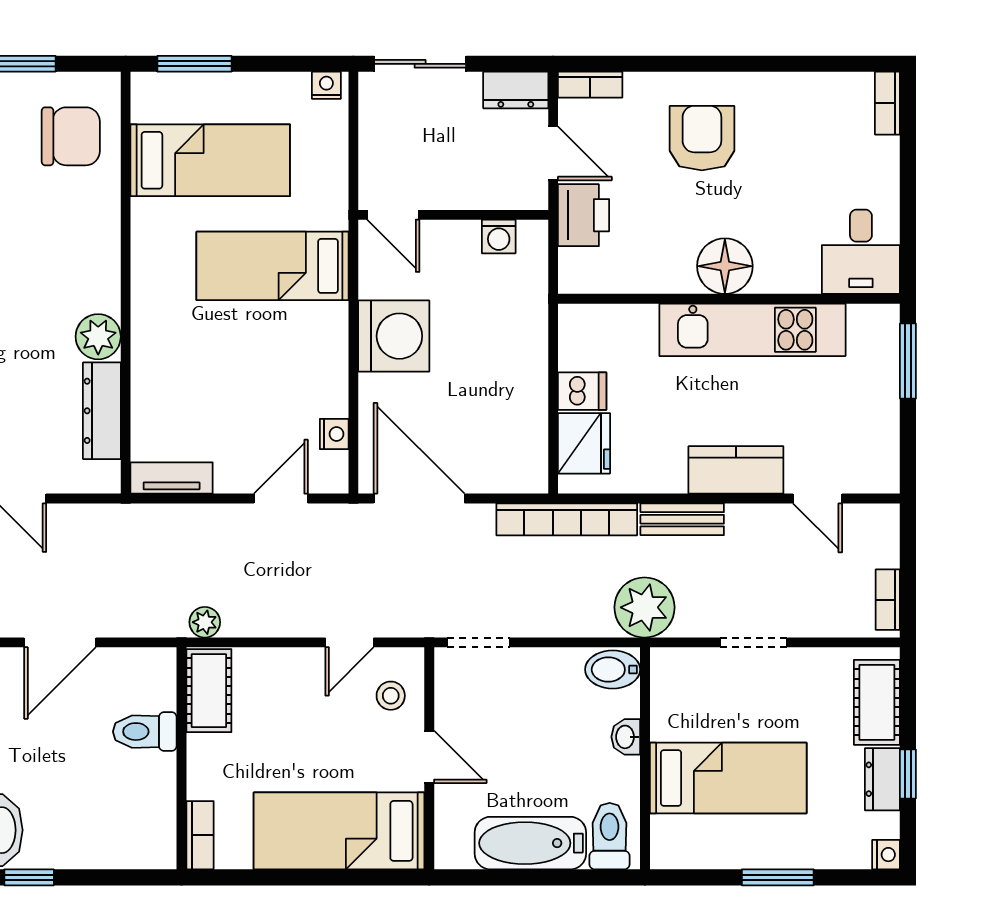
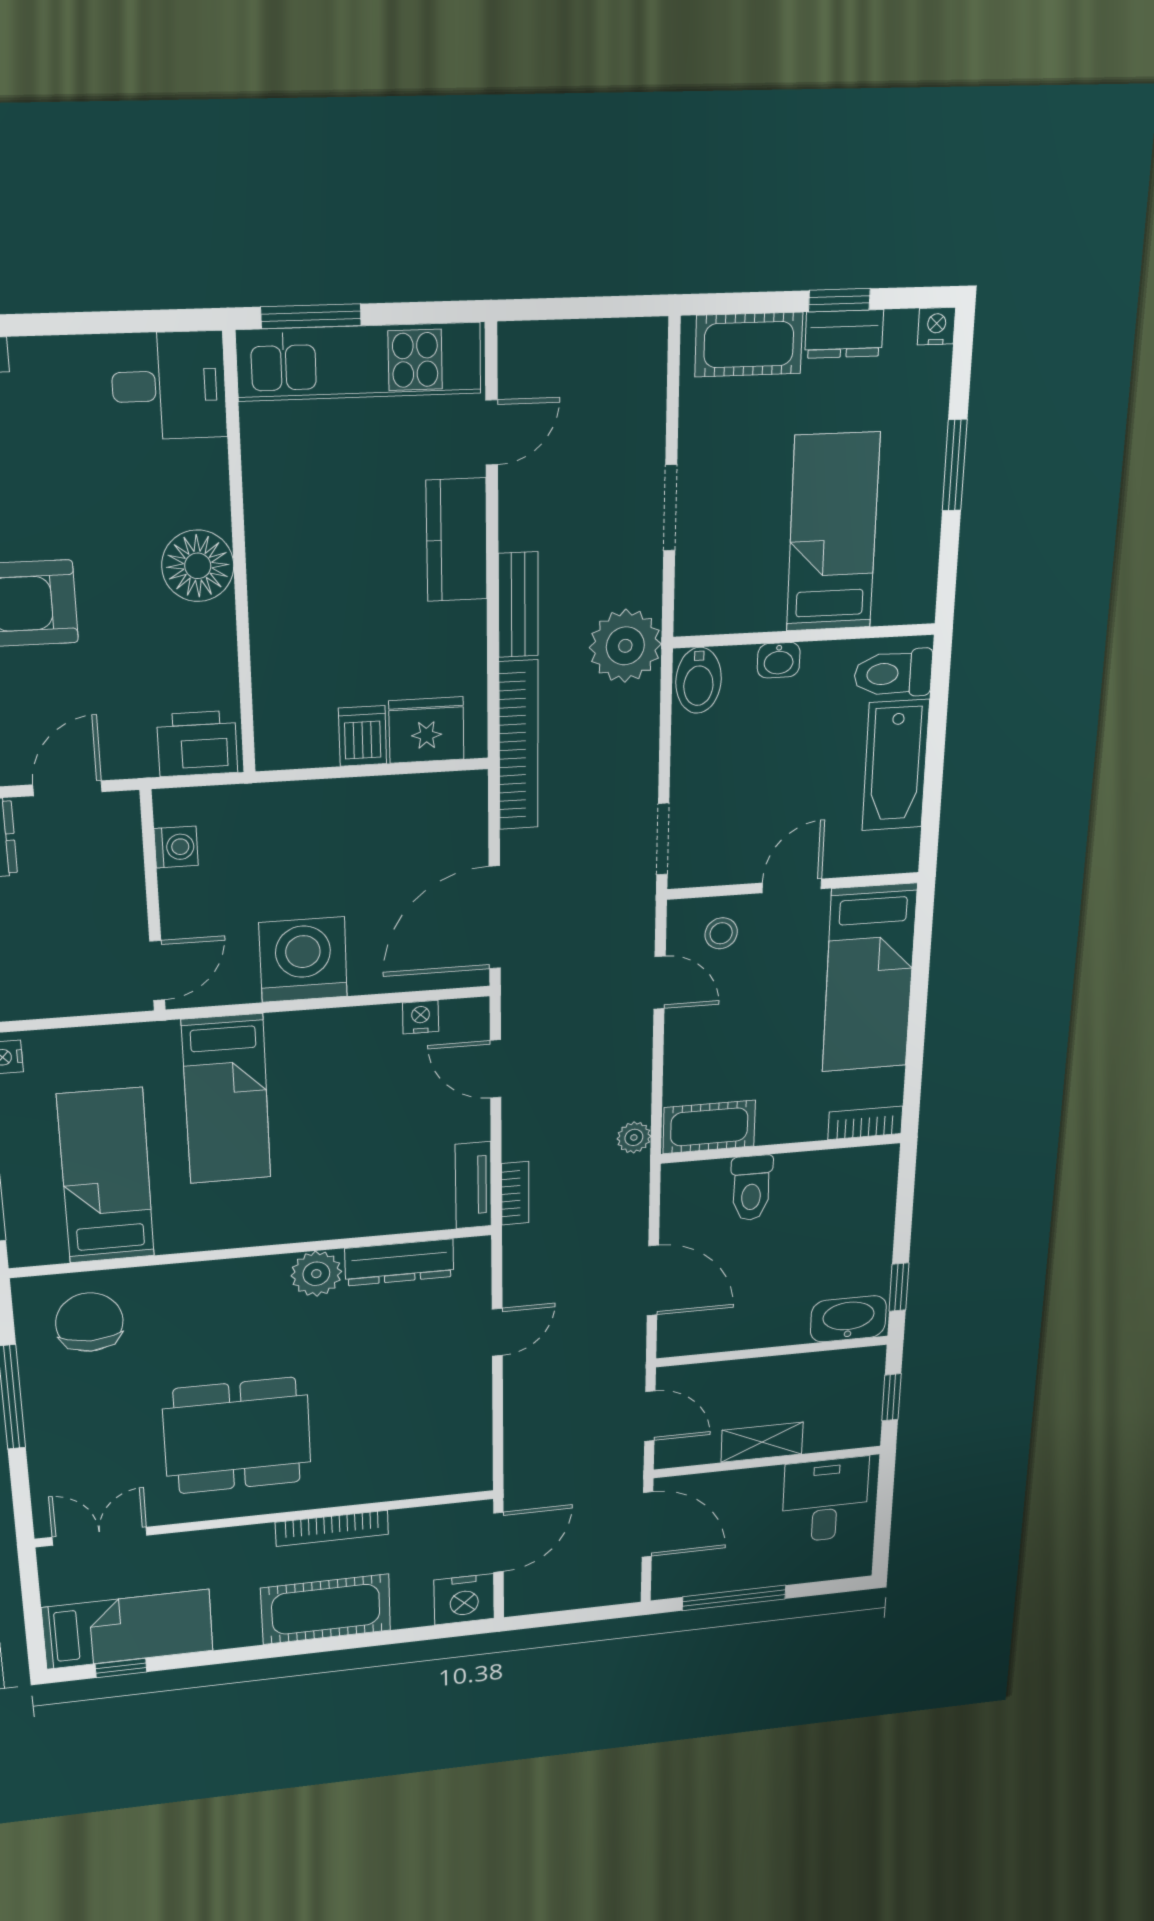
printer: (584, 215) -> (197, 744), moved
kitchen unit: (752, 330) -> (359, 362), moved, turned 90
bookcase: (888, 600) -> (515, 1193), moved, turned -90

